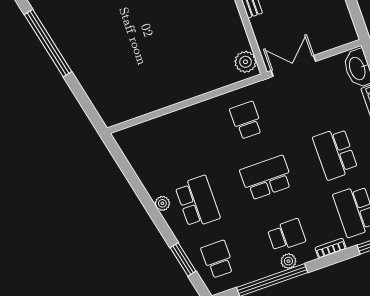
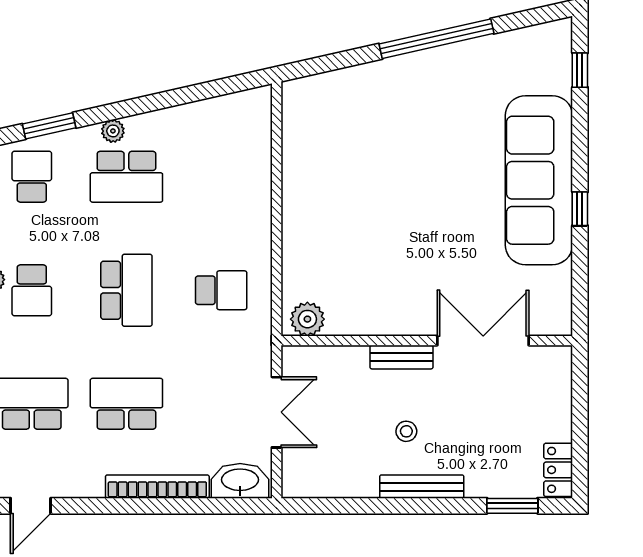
double door: (293, 66) -> (277, 412), moved
plant: (162, 203) -> (113, 131), moved
school desk: (218, 259) -> (32, 177), turned -90

